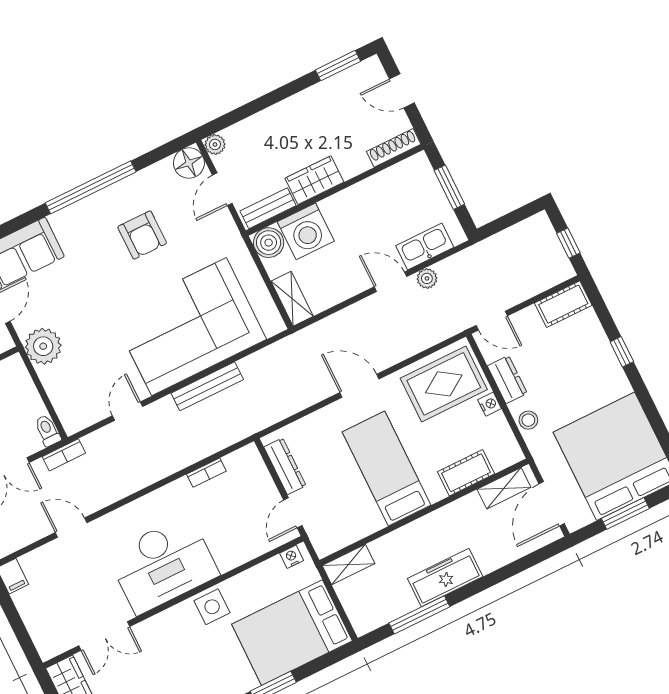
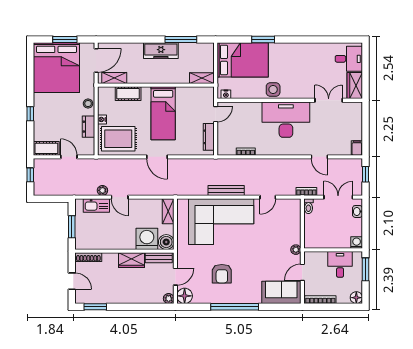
armchair: (142, 235) -> (222, 274), turned 180
door: (492, 321) -> (69, 157), moved
plant: (43, 346) -> (296, 250), width x0.53, depth x0.53

